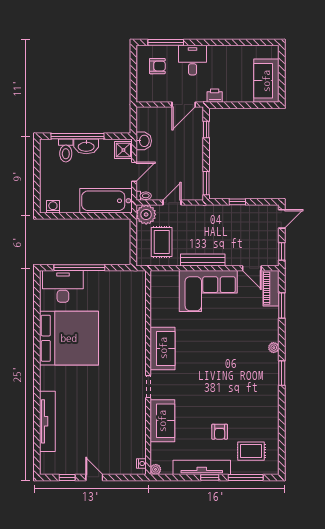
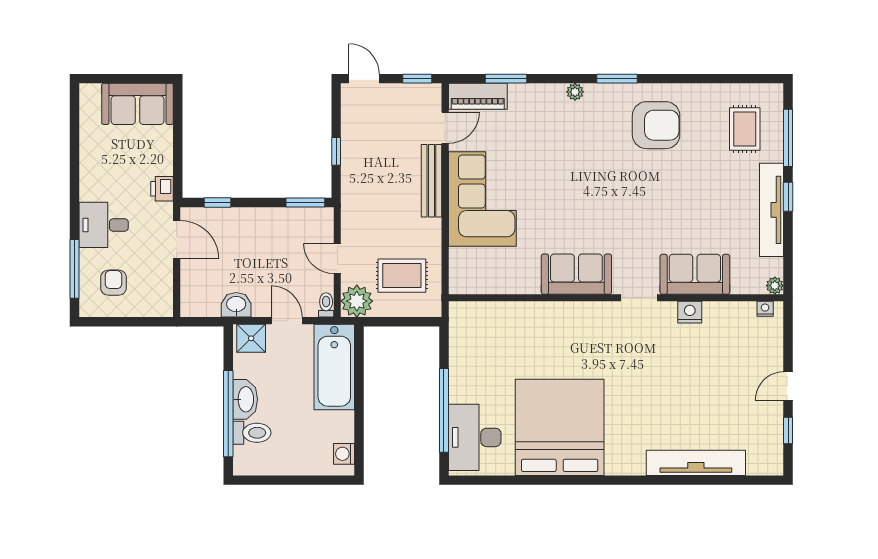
bench: (203, 260) -> (431, 181), moved
nightstand: (139, 418) -> (690, 312), added
armchair: (220, 432) -> (656, 125), moved, width x1.88, depth x1.88

